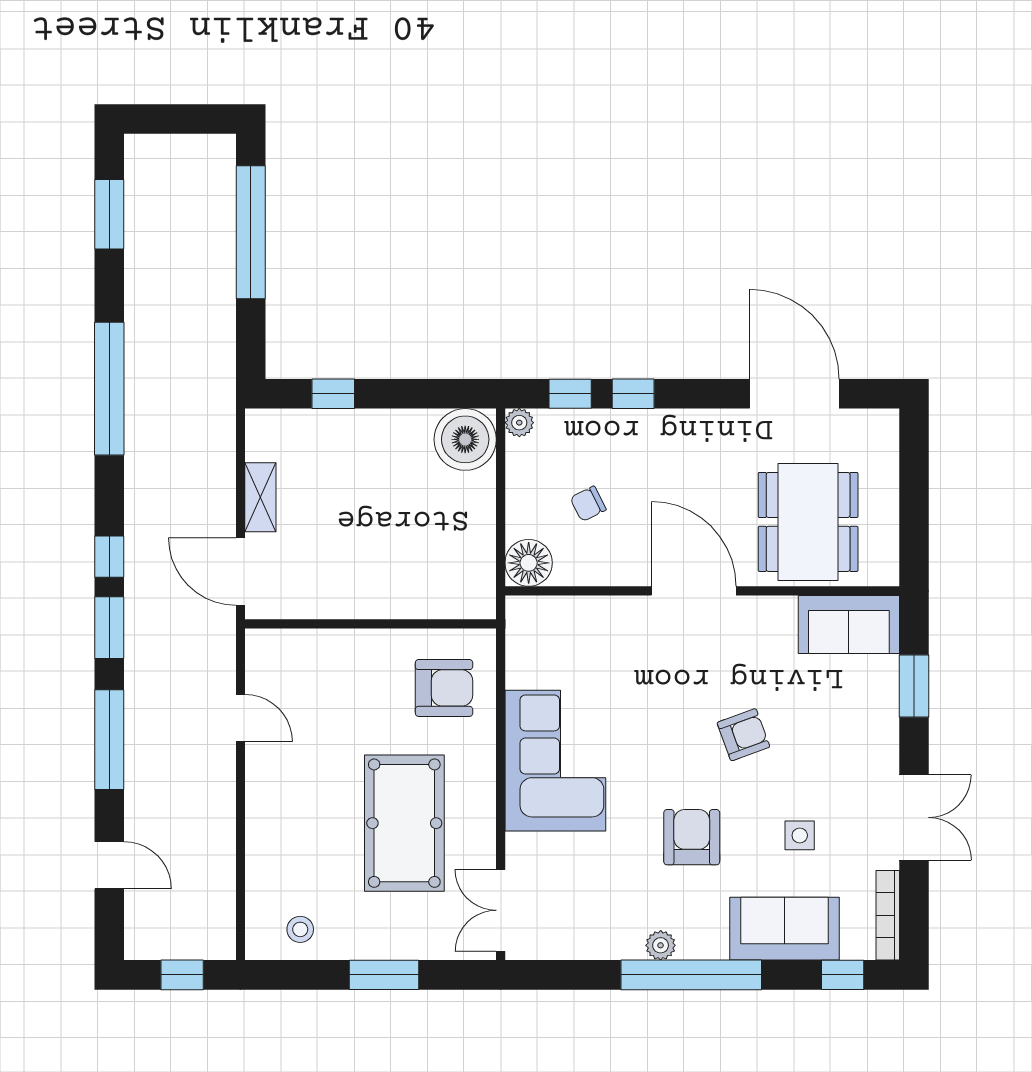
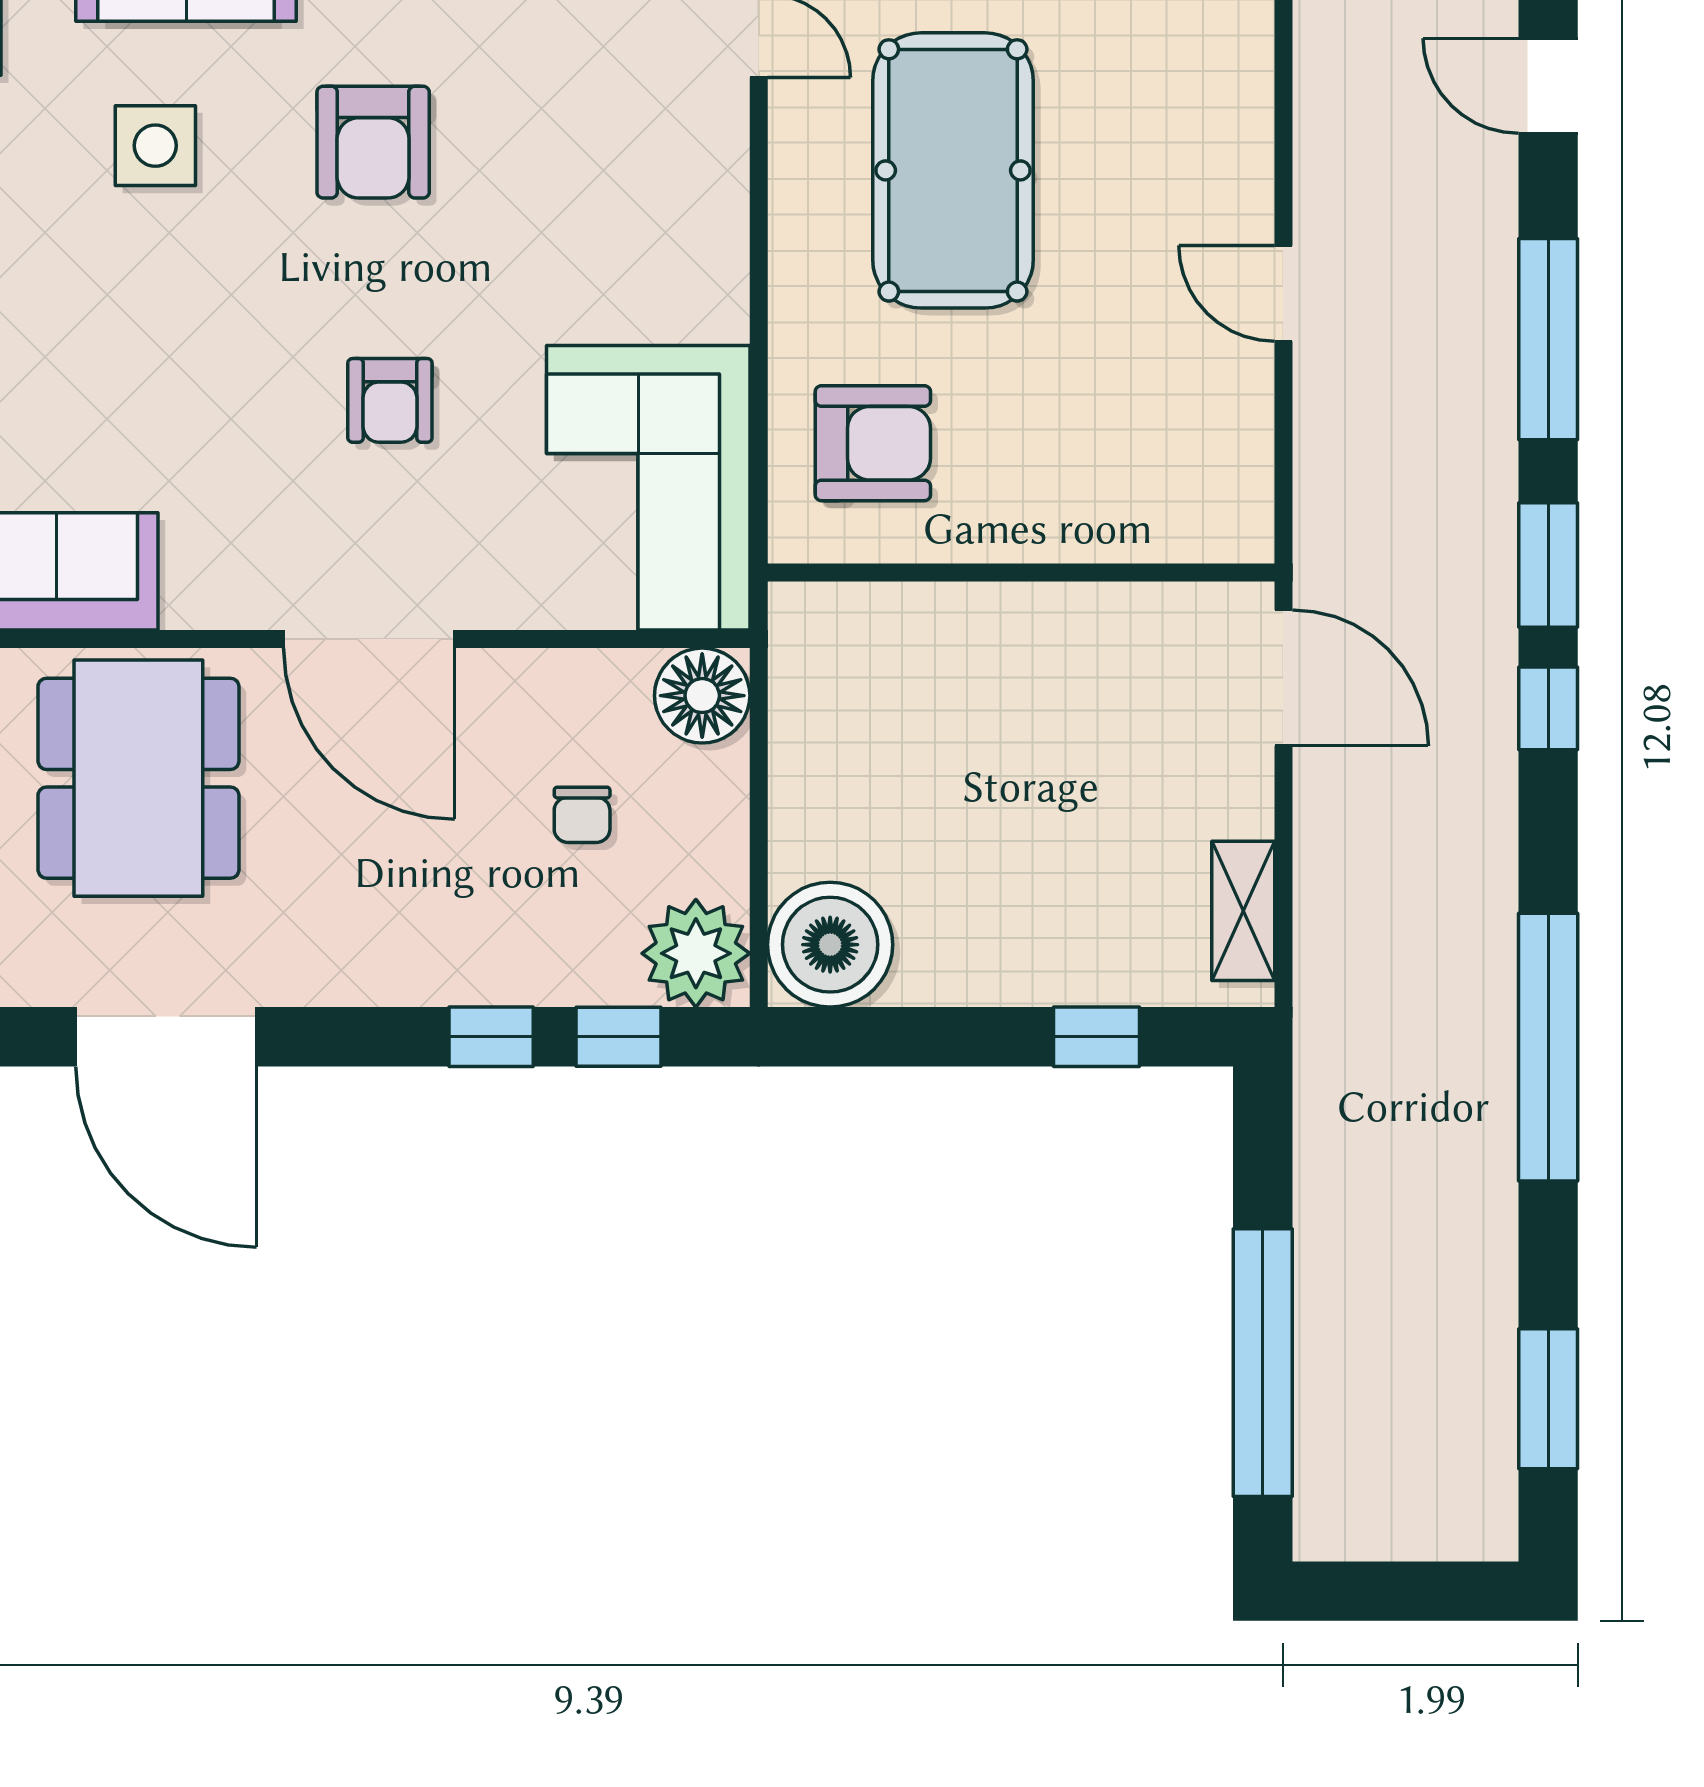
plant: (519, 423) -> (696, 953), width x1.88, depth x1.88
shelving: (260, 497) -> (1243, 911), moved
chair: (588, 504) -> (582, 815), turned 117
armchair: (444, 688) -> (873, 443), turned 180
door: (240, 718) -> (1283, 293), moved
armchair: (743, 735) -> (390, 400), moved, turned -70
corner sofa: (555, 761) -> (648, 488), moved
side table: (800, 835) -> (155, 146), width x1.37, depth x1.37

